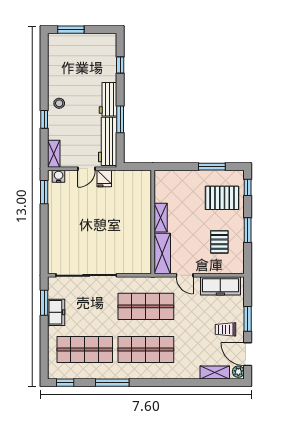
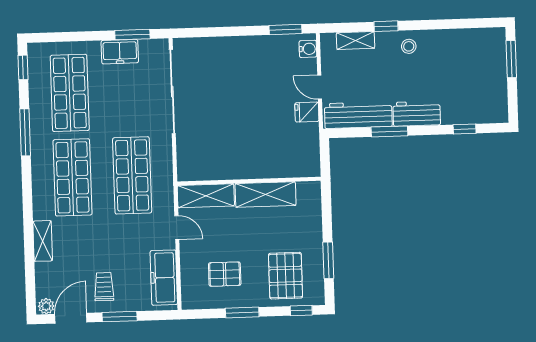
shelving: (54, 154) -> (355, 40), moved
shelving: (161, 218) -> (266, 194), width x1.50, depth x1.33
door: (185, 275) -> (177, 228), swing flipped
shelving: (215, 373) -> (43, 241), moved

